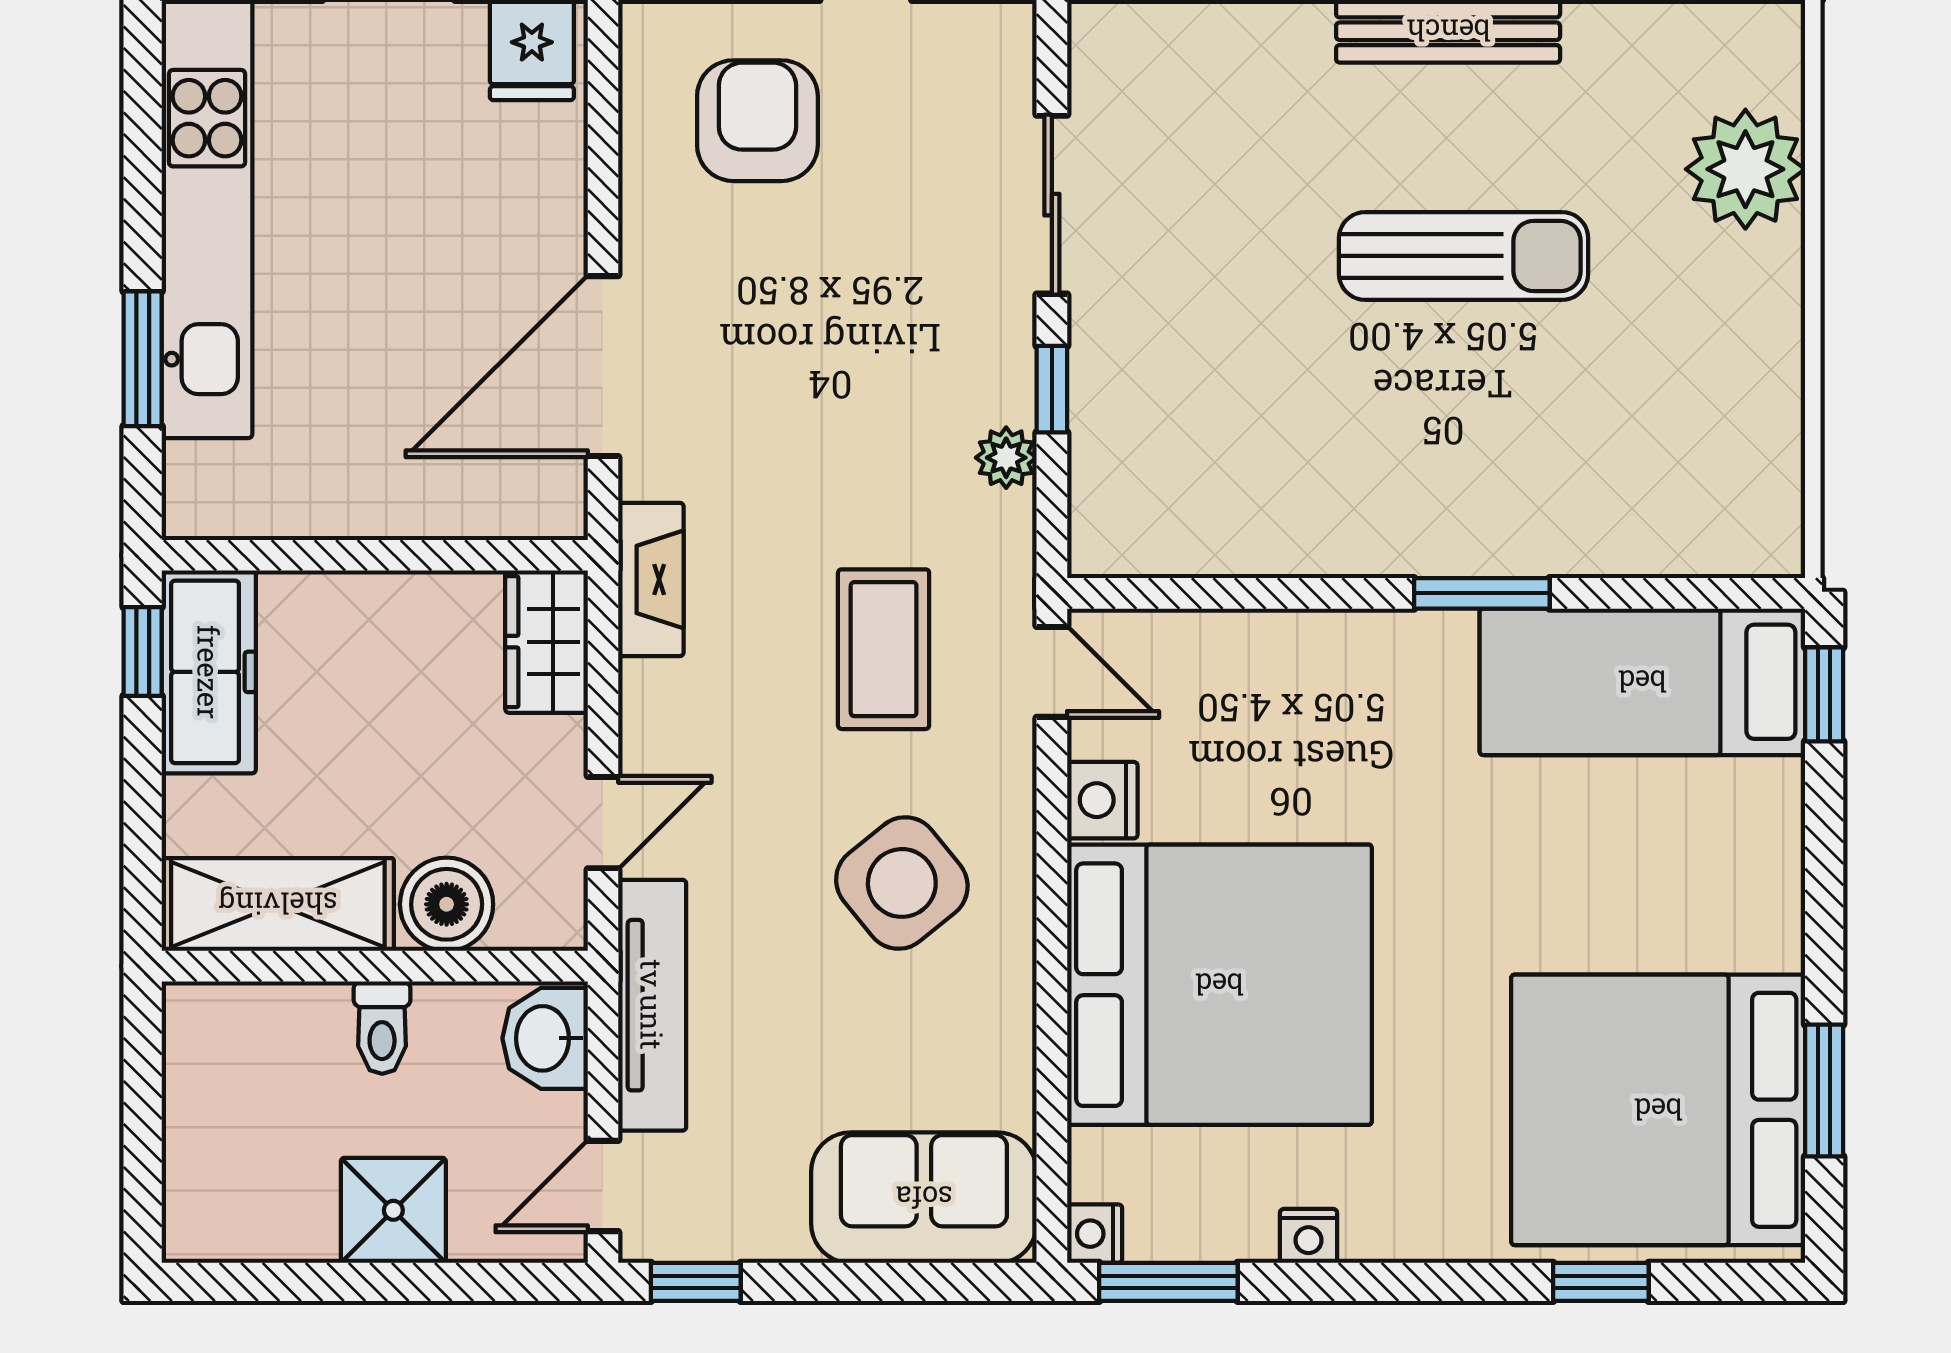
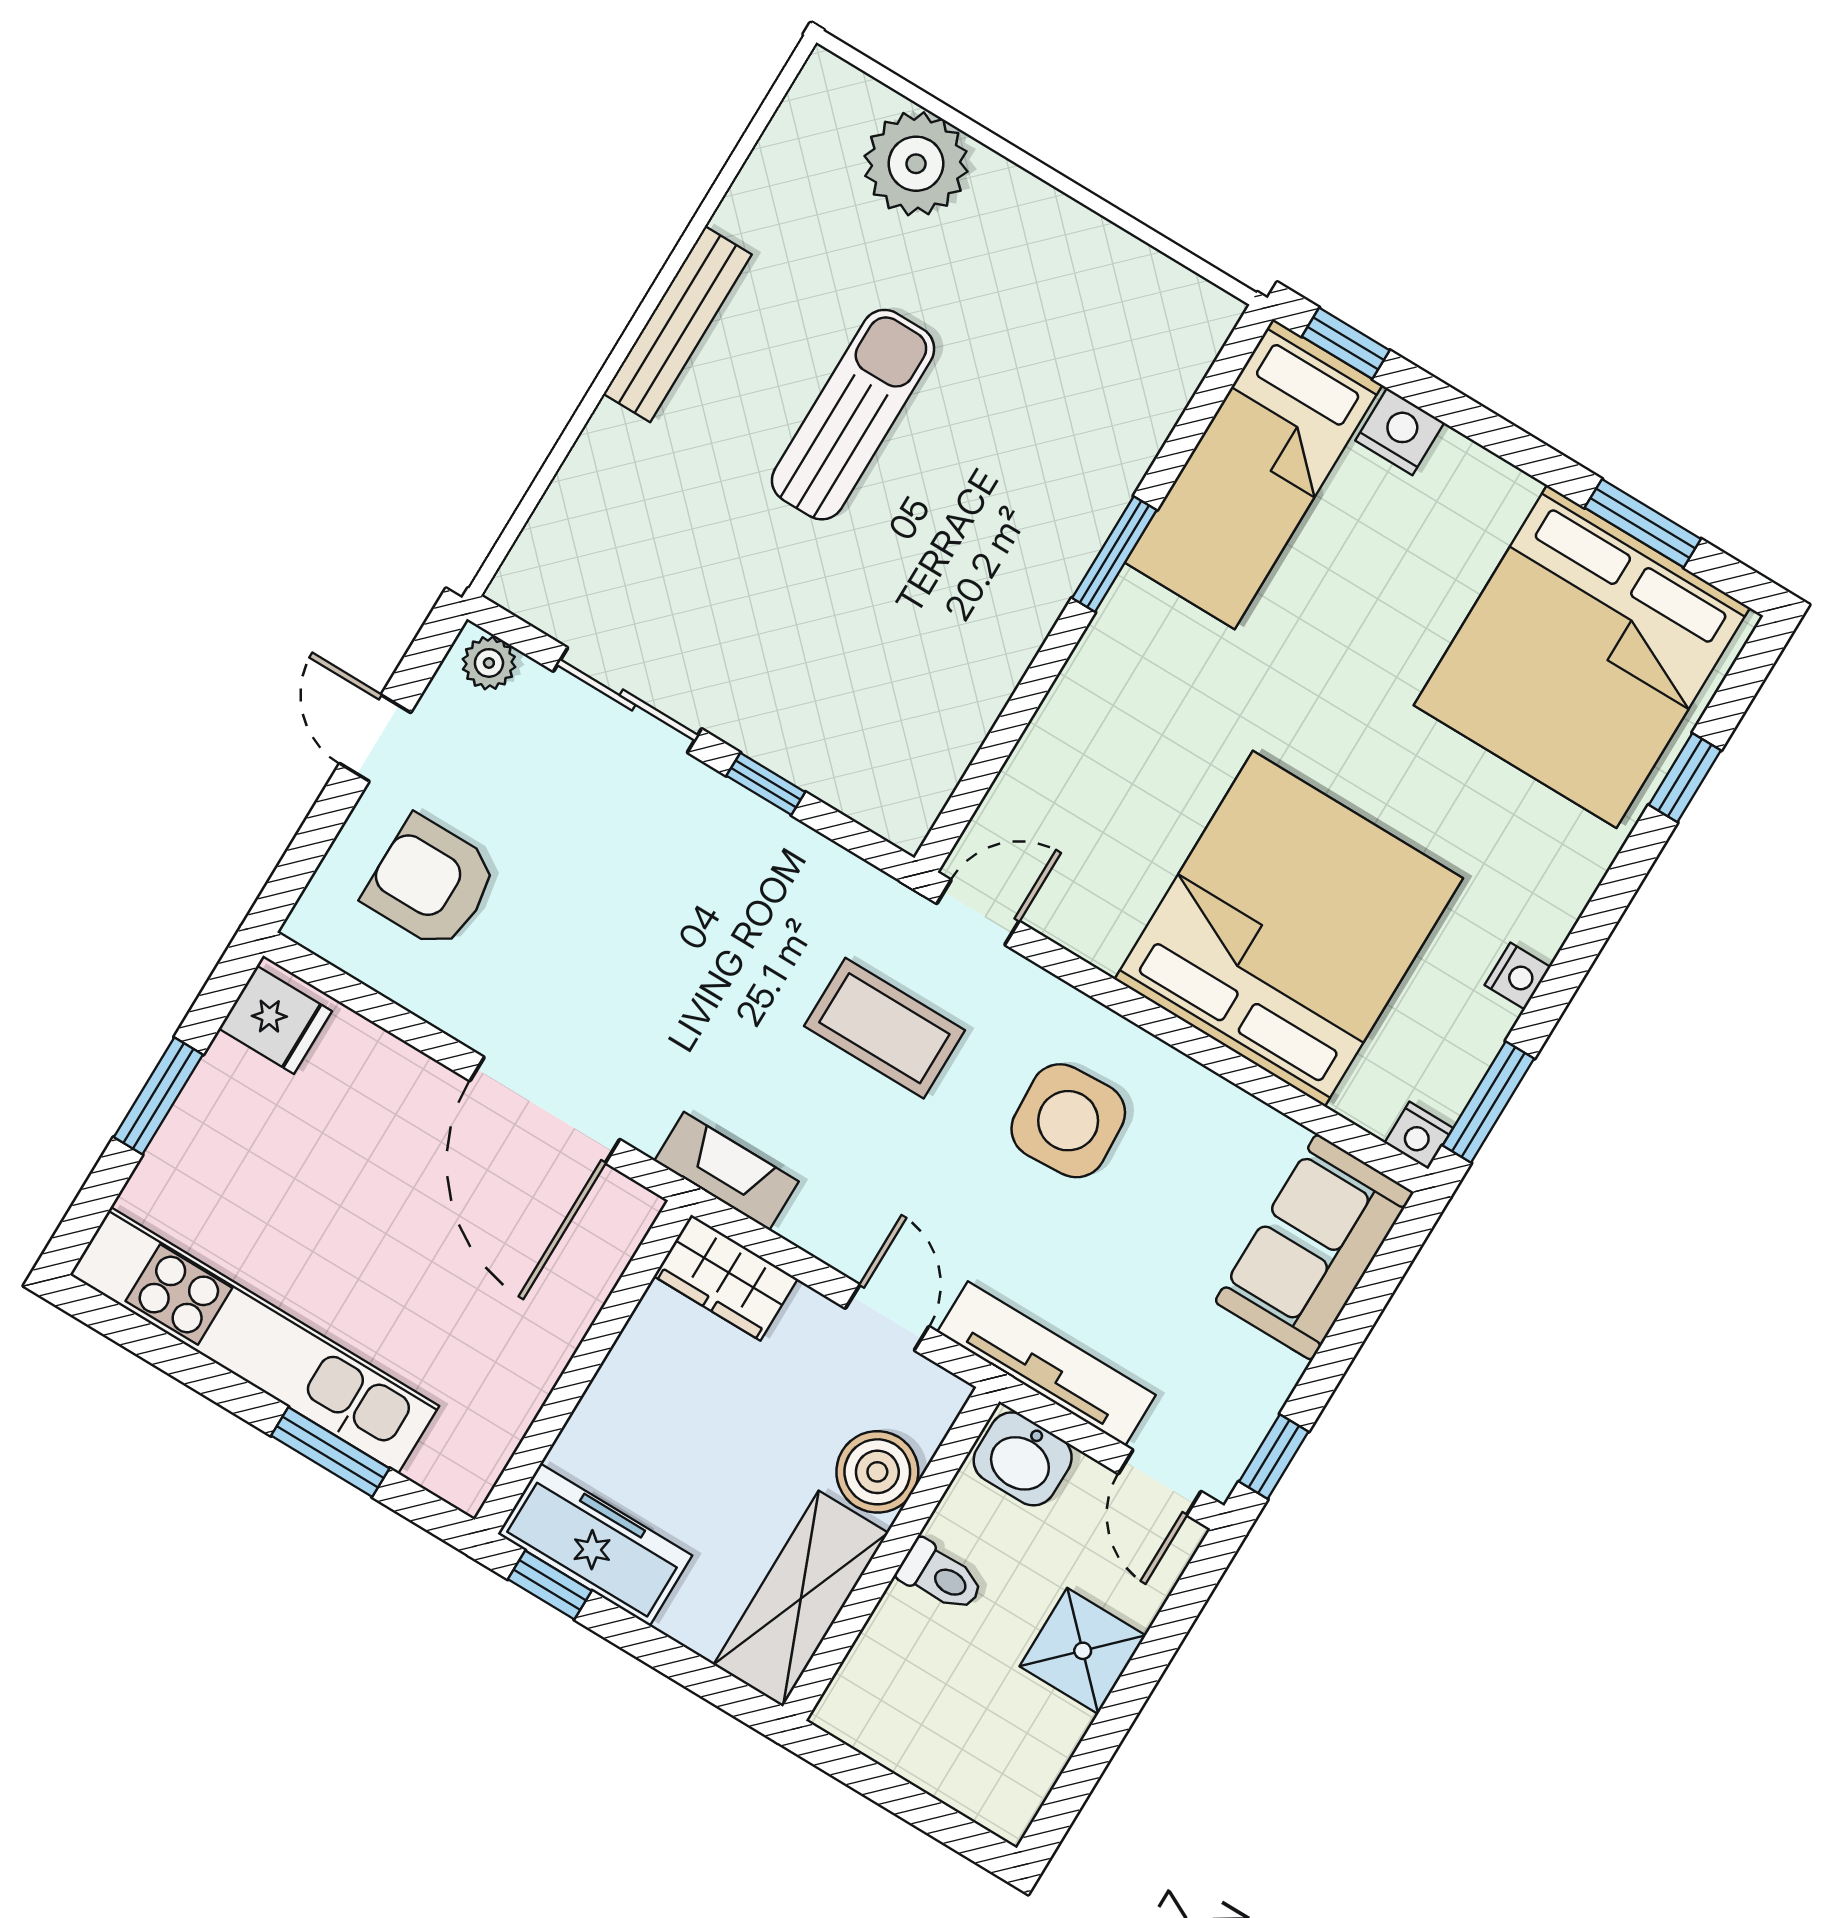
plant: (1006, 458) -> (489, 663), moved
nightstand: (1102, 800) -> (1400, 432), moved, turned 180
side table: (902, 883) -> (1068, 1121), turned 36

